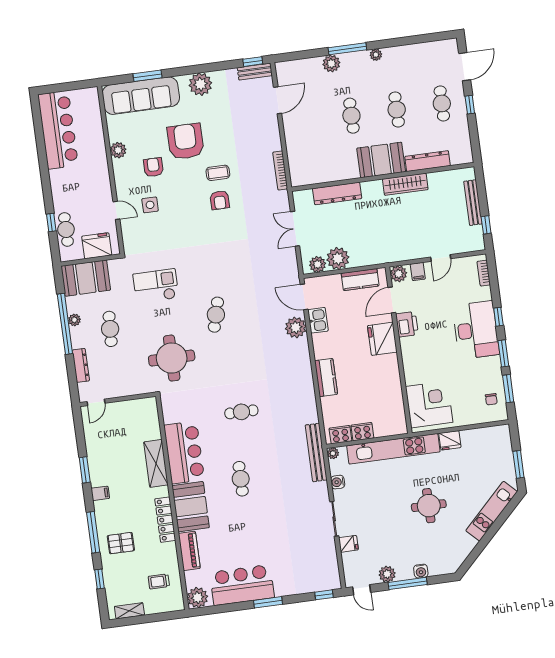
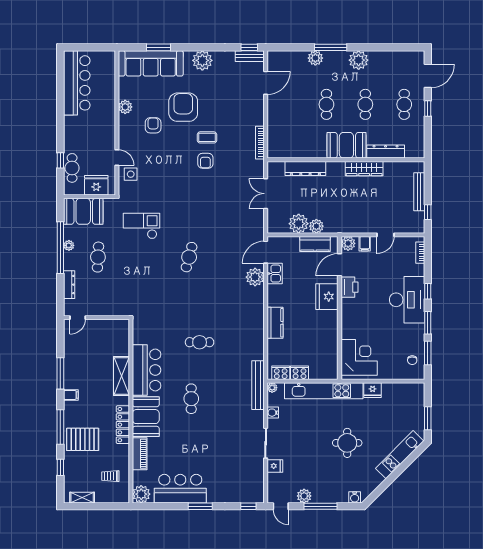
plant: (376, 55) -> (359, 60), width x1.88, depth x1.88
side table: (150, 205) -> (131, 174), moved
plant: (318, 264) -> (316, 226), moved
door: (304, 297) -> (266, 252), hinge flipped
round table: (172, 358) -> (147, 289), removed
window: (85, 470) -> (60, 373), width x1.44
pallet: (121, 543) -> (83, 439), width x1.50, depth x1.42
water cooler: (421, 571) -> (355, 497), moved

